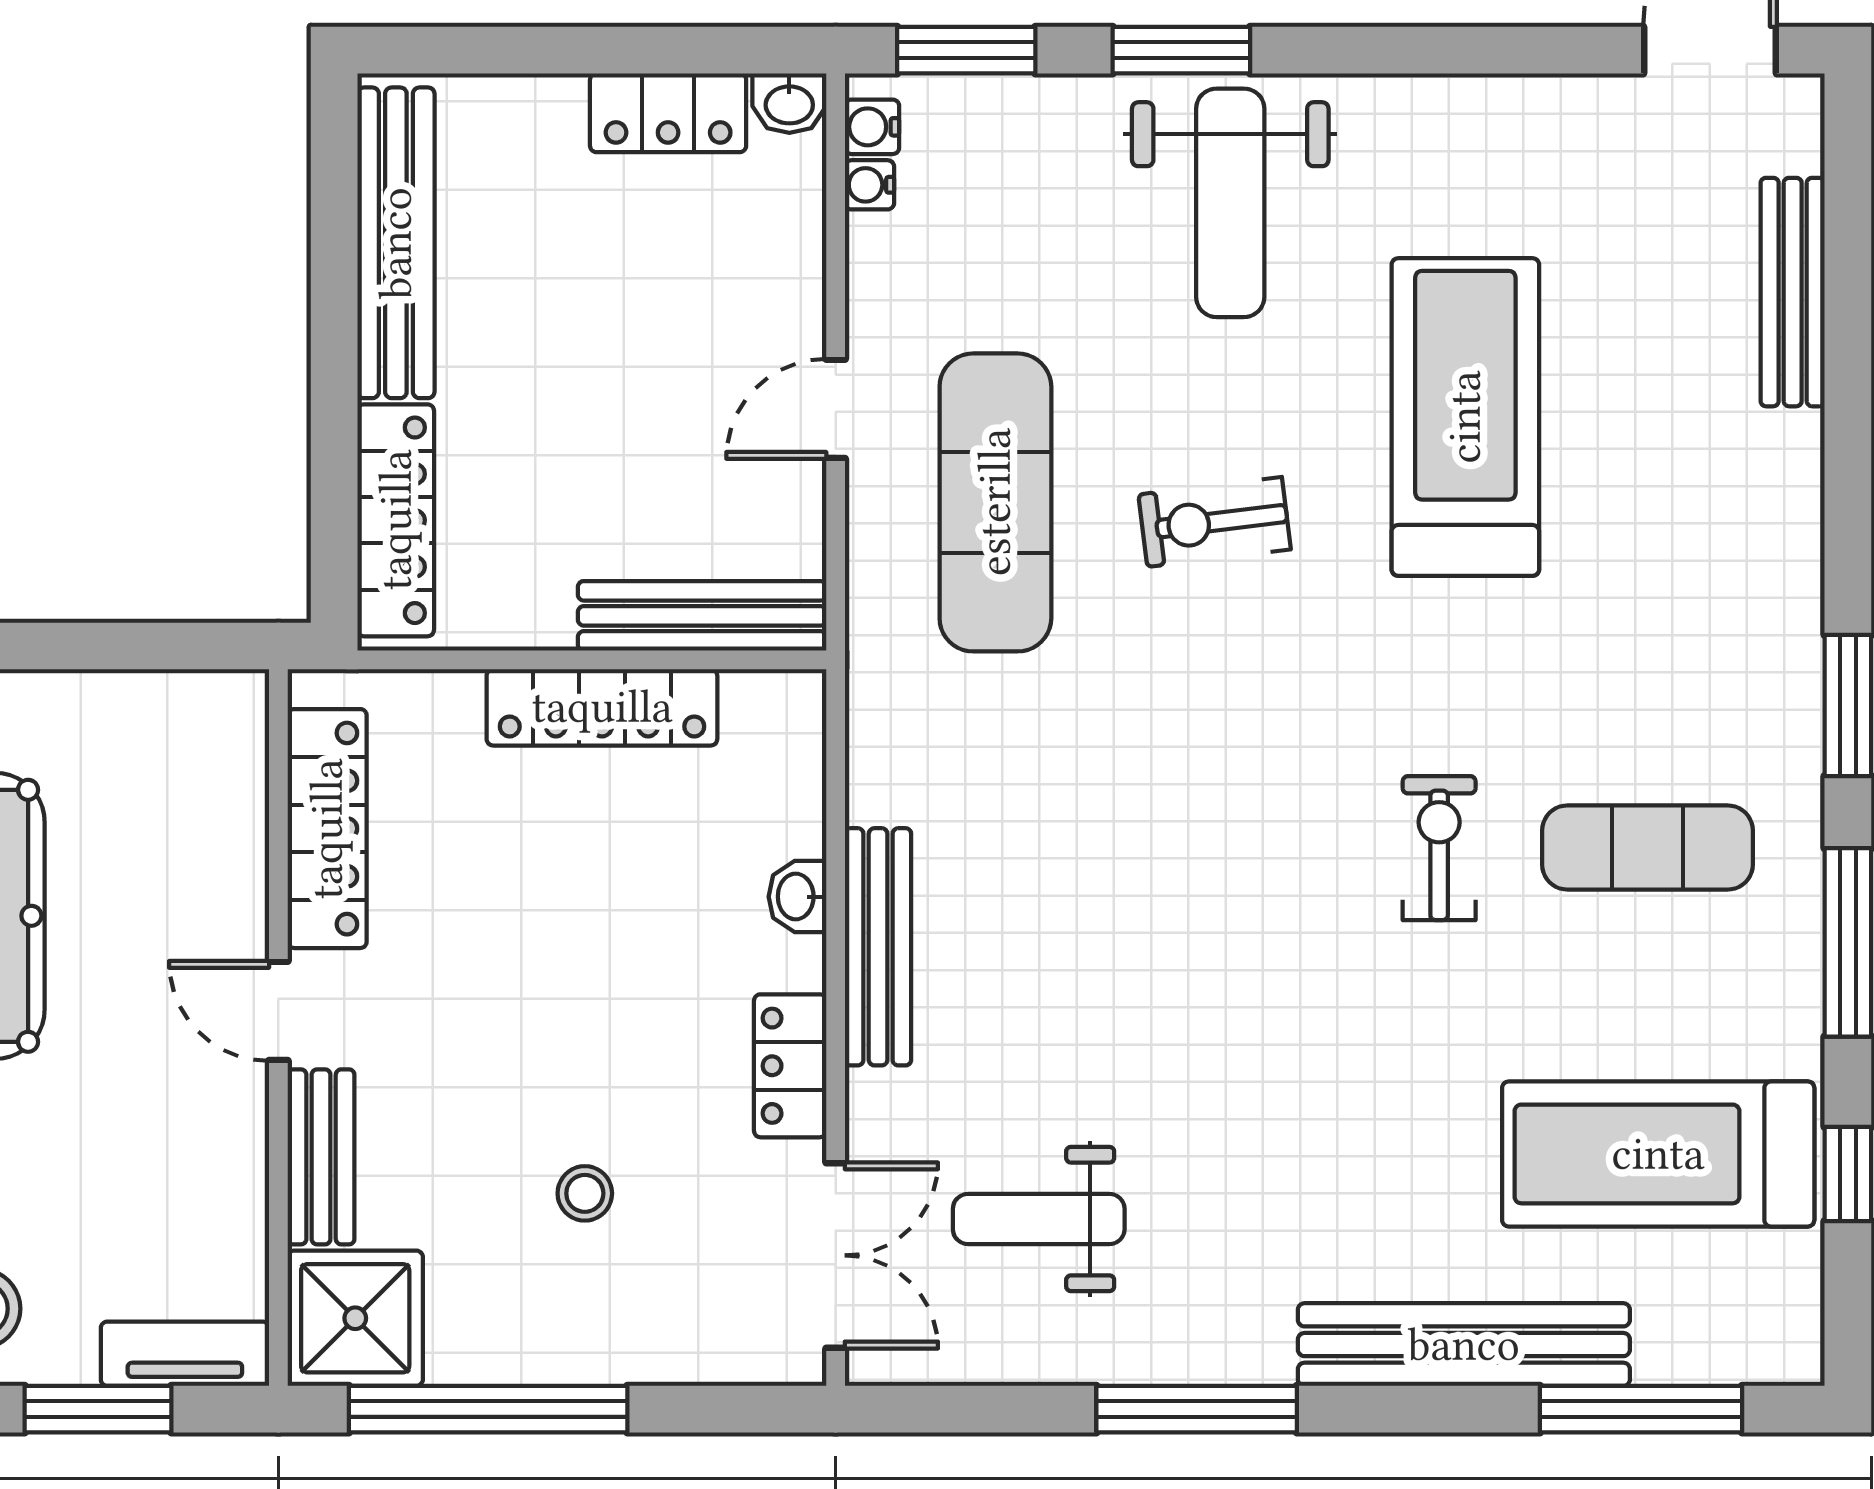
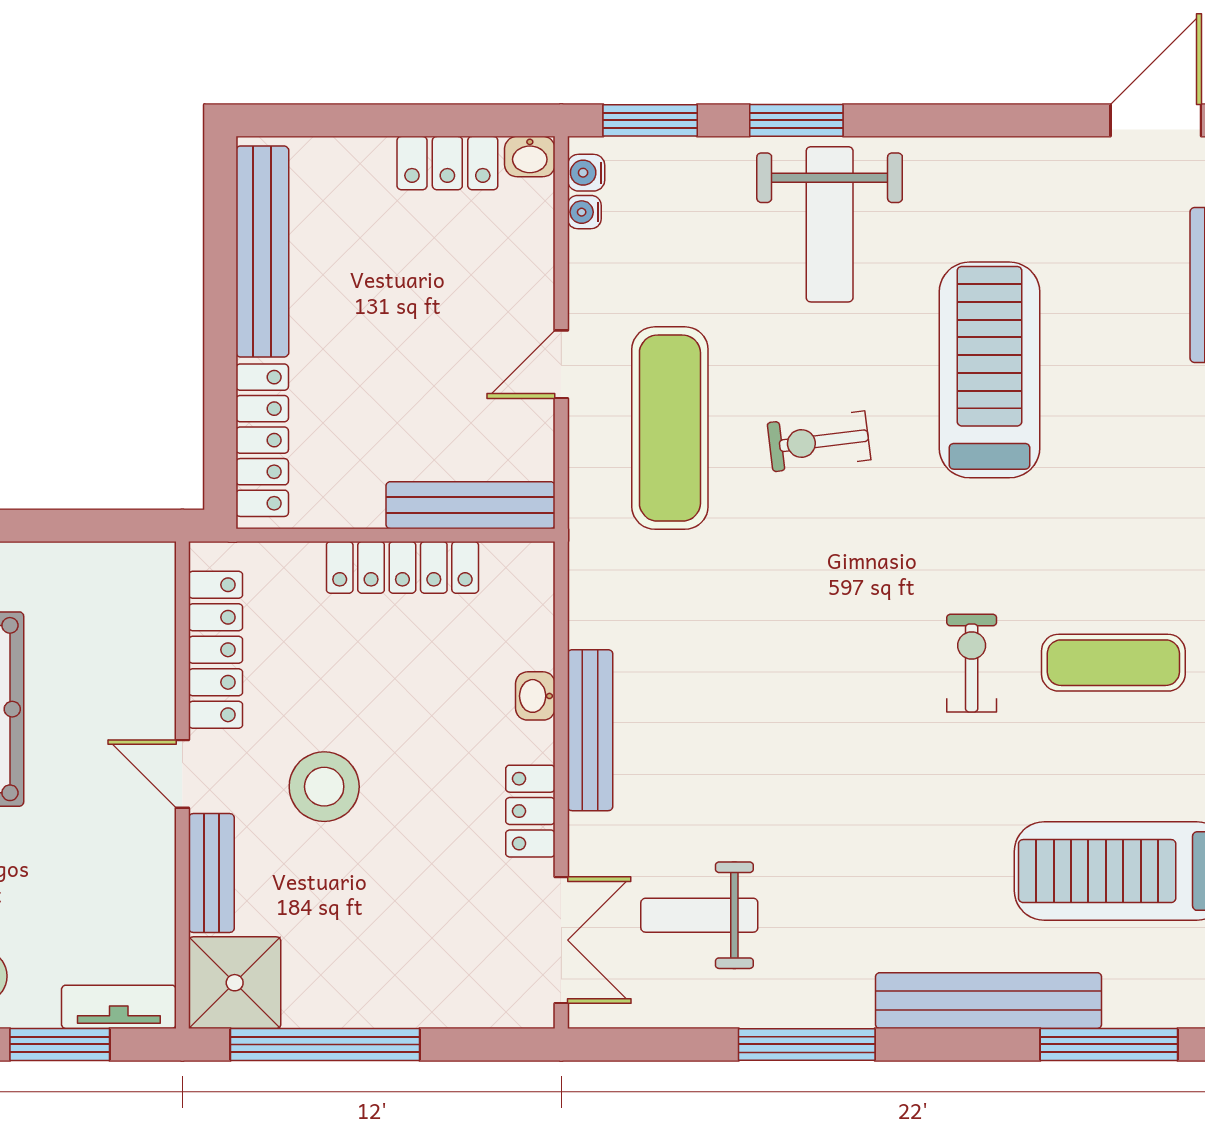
stool: (585, 1193) -> (324, 787), moved, width x1.89, depth x1.89

